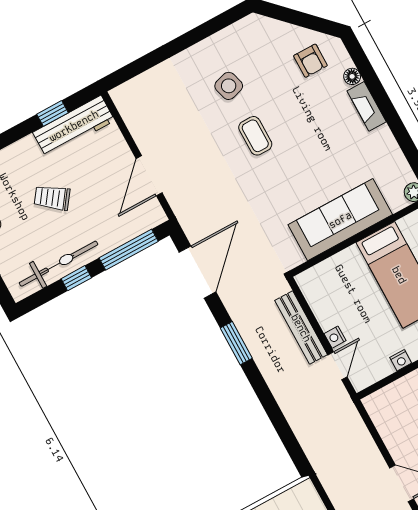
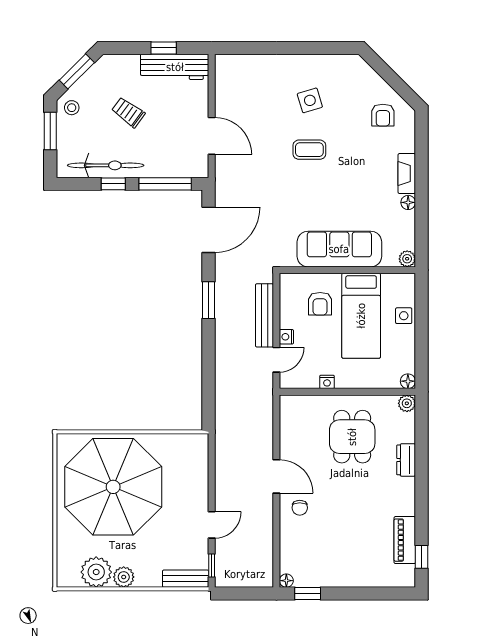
floor lamp: (352, 76) -> (408, 202), moved
coffee table: (255, 136) -> (309, 150), turned 90
door: (149, 176) -> (212, 136), swing flipped
armchair: (351, 285) -> (320, 304), added

